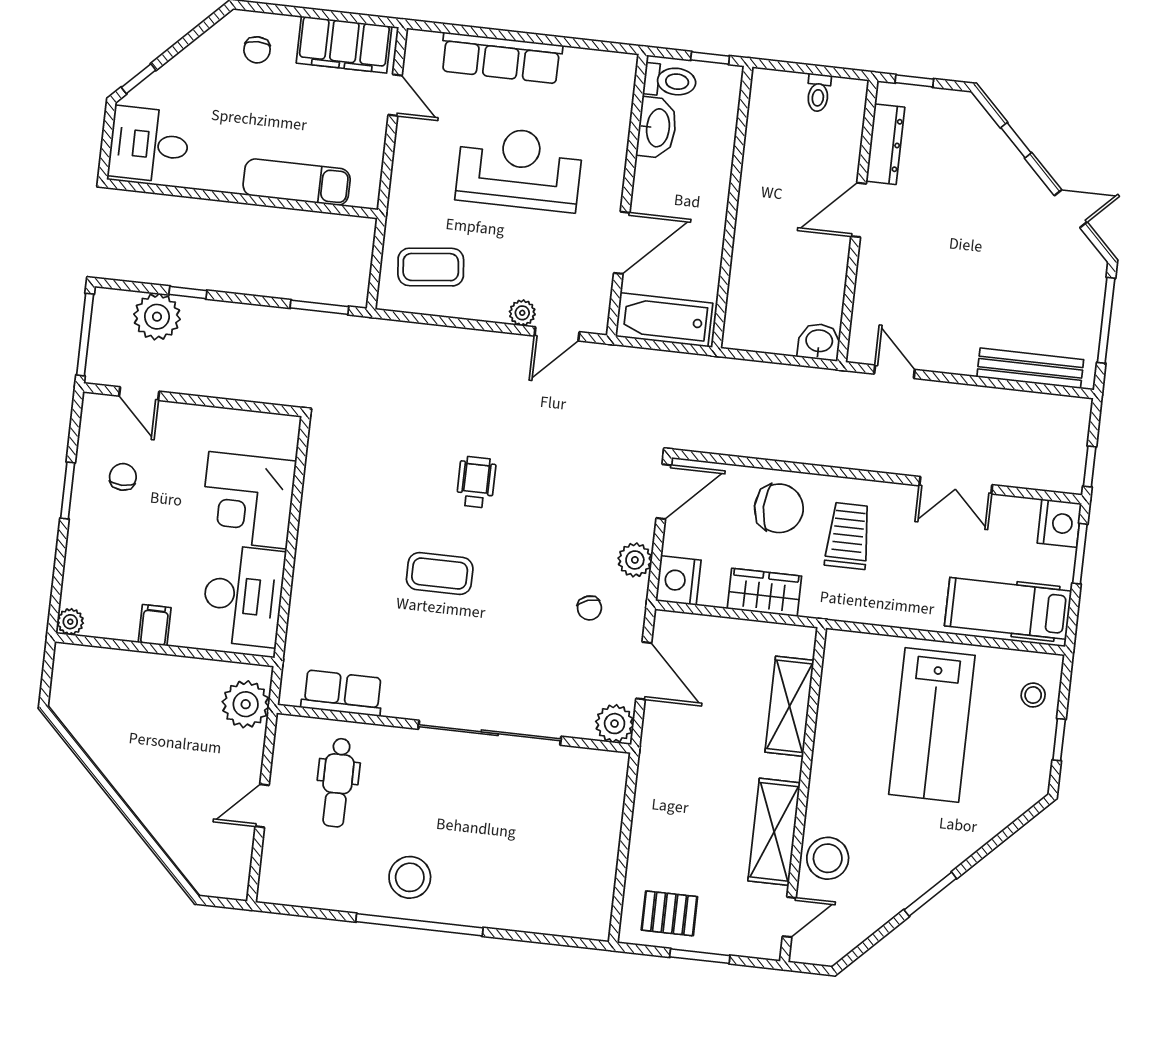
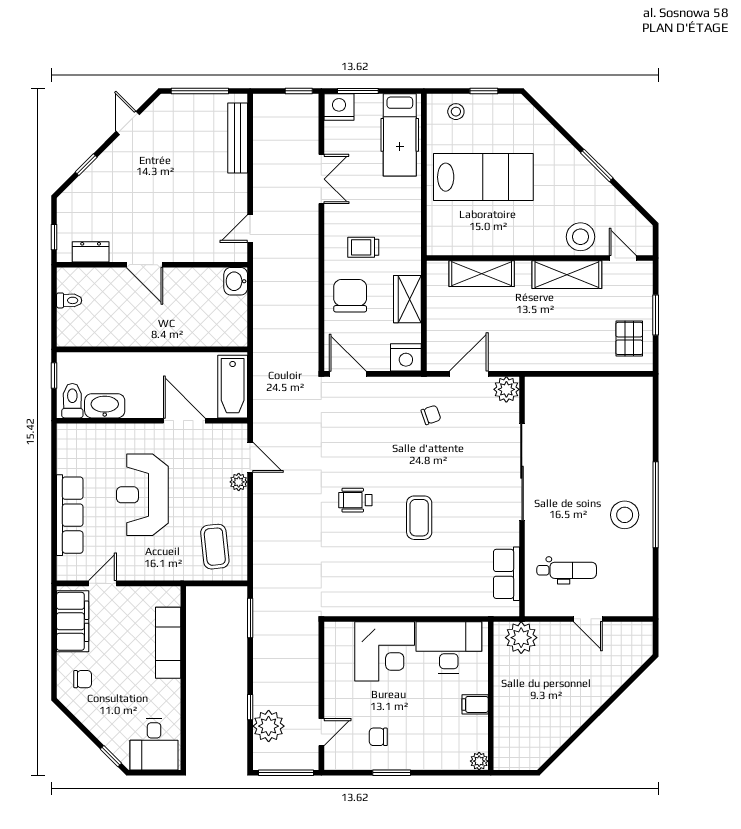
dresser: (885, 144) -> (91, 252), width x0.70
trolley: (848, 536) -> (363, 247), width x0.73, depth x0.72
plant: (635, 560) -> (395, 388), removed

